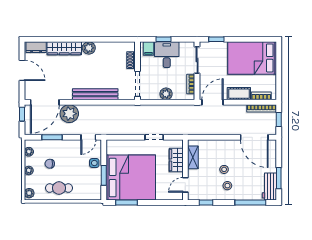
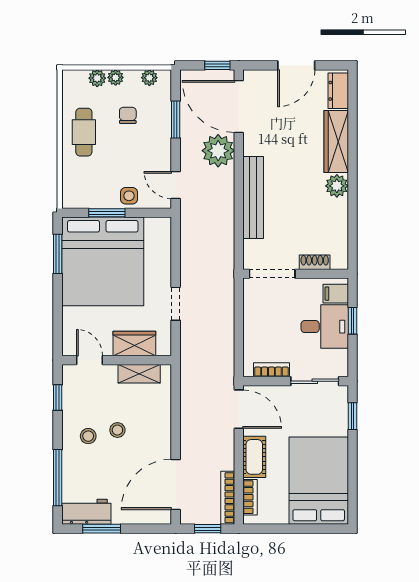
plant: (166, 94) -> (254, 325), removed
plant: (29, 193) -> (97, 78), moved

